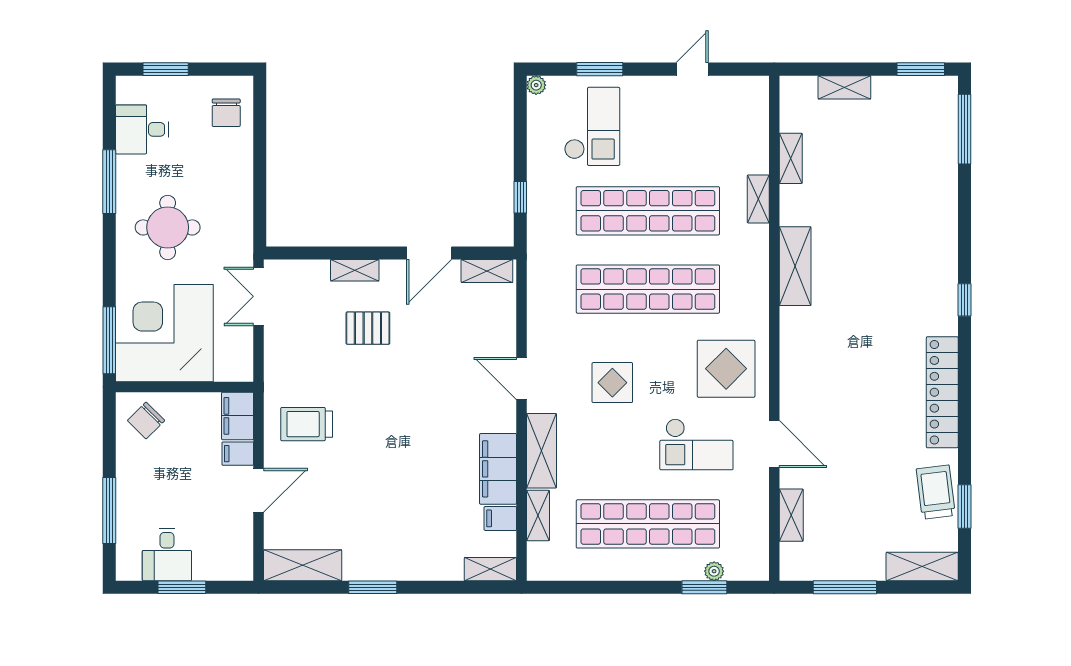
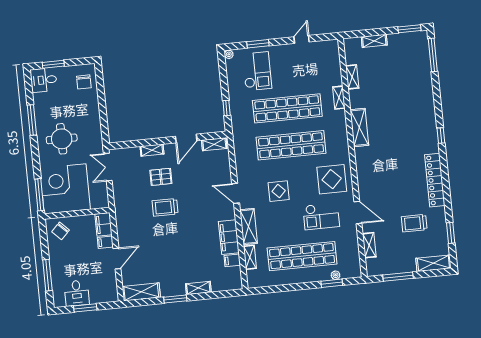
desk: (142, 129) -> (44, 80), moved
trolley: (307, 424) -> (165, 207), moved
trolley: (936, 492) -> (414, 223), moved, turned -83
shelving: (490, 569) -> (198, 288), moved

